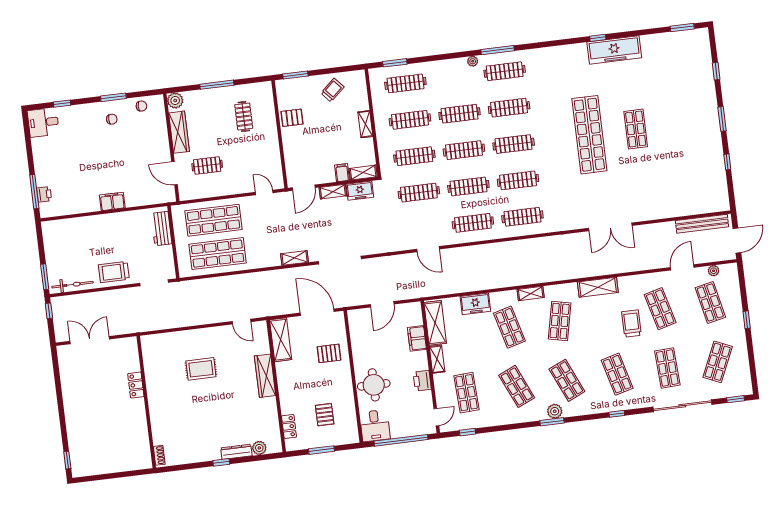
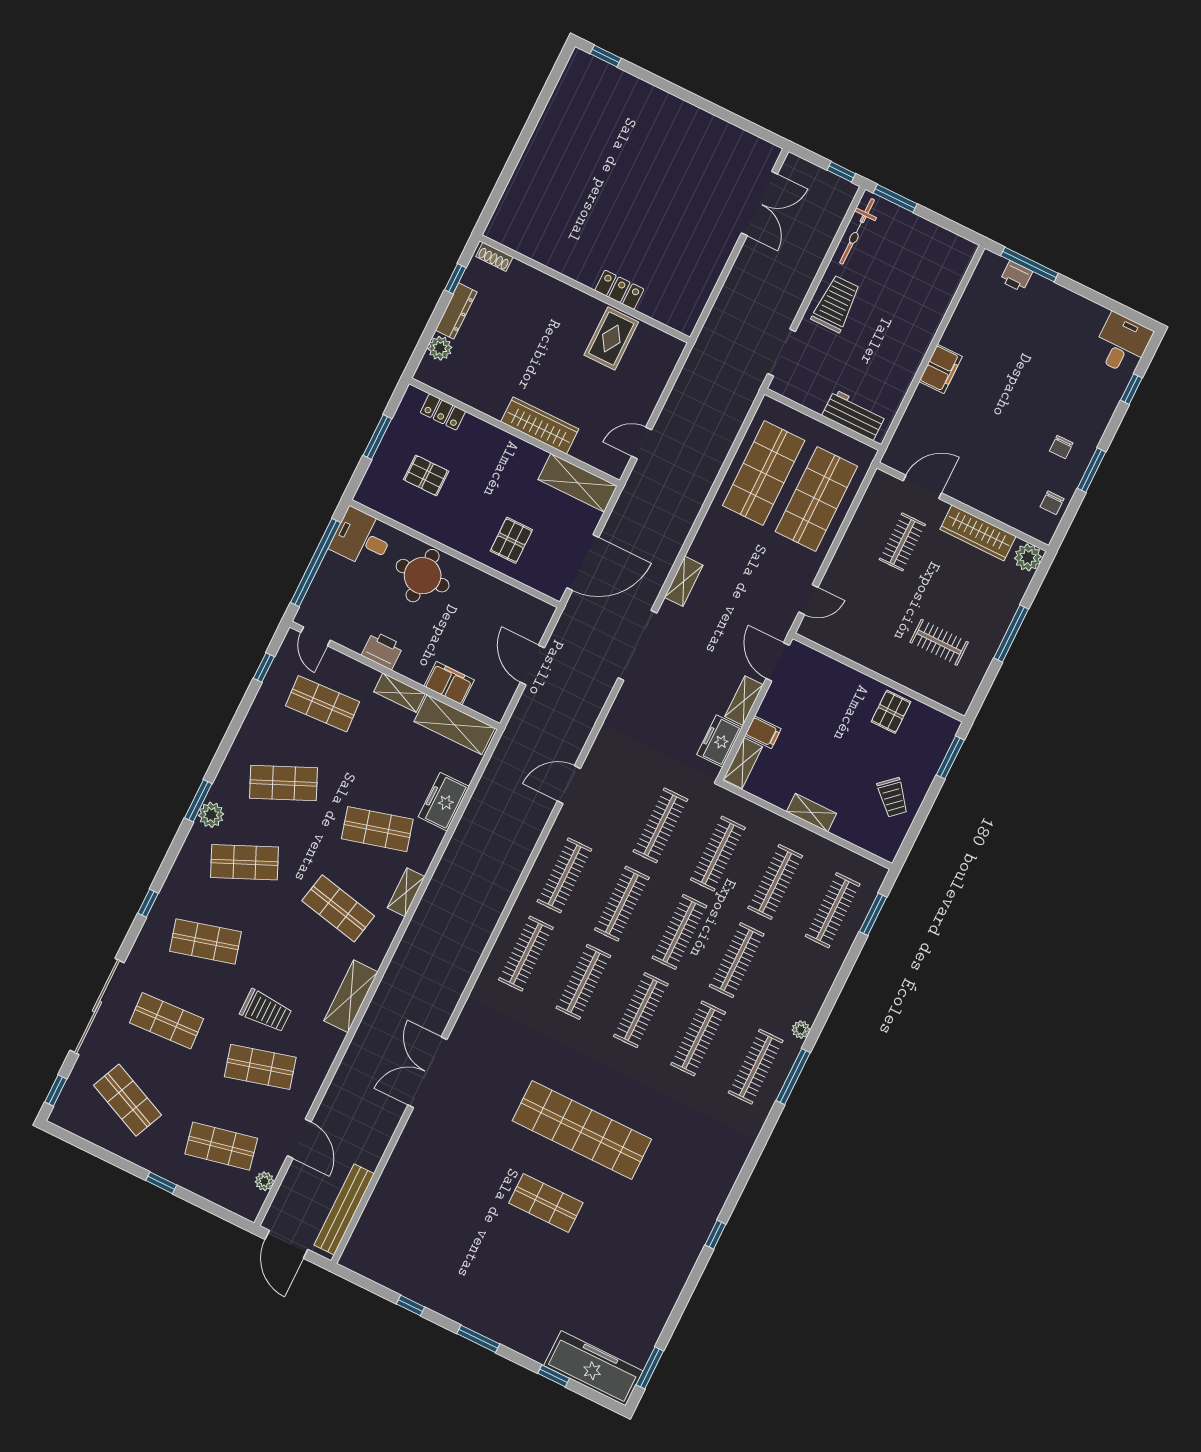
freezer: (614, 50) -> (593, 1368), moved, turned 90
locker: (136, 385) -> (619, 290), moved
wall: (146, 402) -> (585, 289), moved
shoe rack: (159, 455) -> (494, 257), moved

